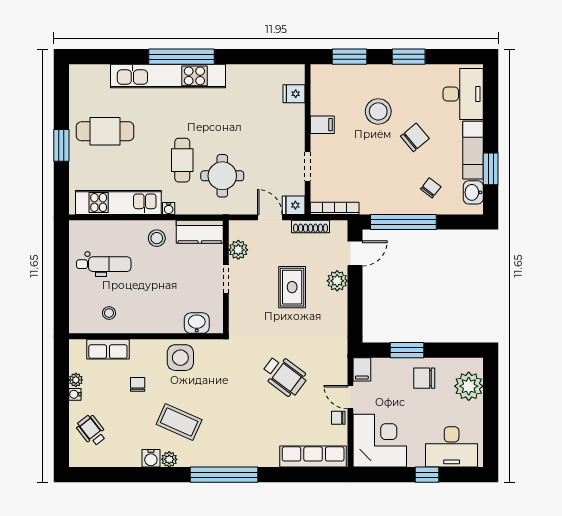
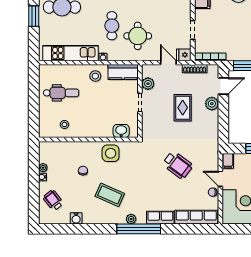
row of seats: (108, 349) -> (160, 218), moved, turned 180
water cooler: (151, 458) -> (76, 218), moved
plant: (169, 459) -> (131, 219), moved

